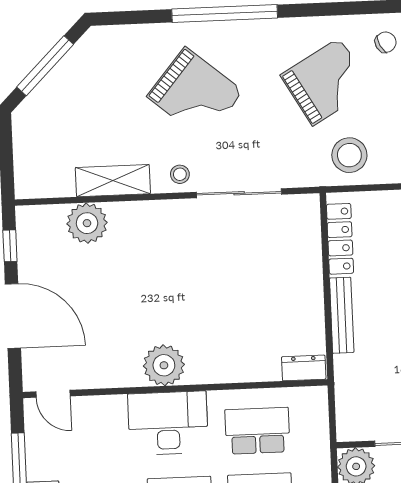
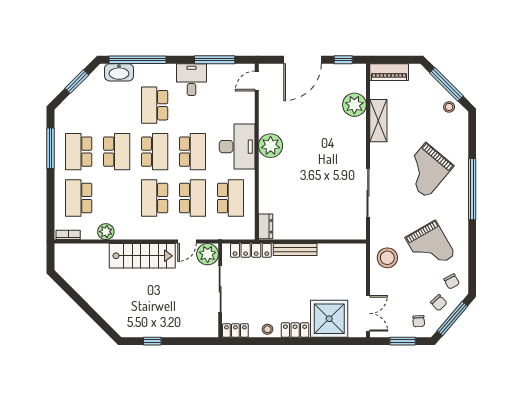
piano: (28, 166) -> (389, 72), added
stool: (180, 174) -> (449, 107), moved
locker: (340, 239) -> (251, 250), moved

